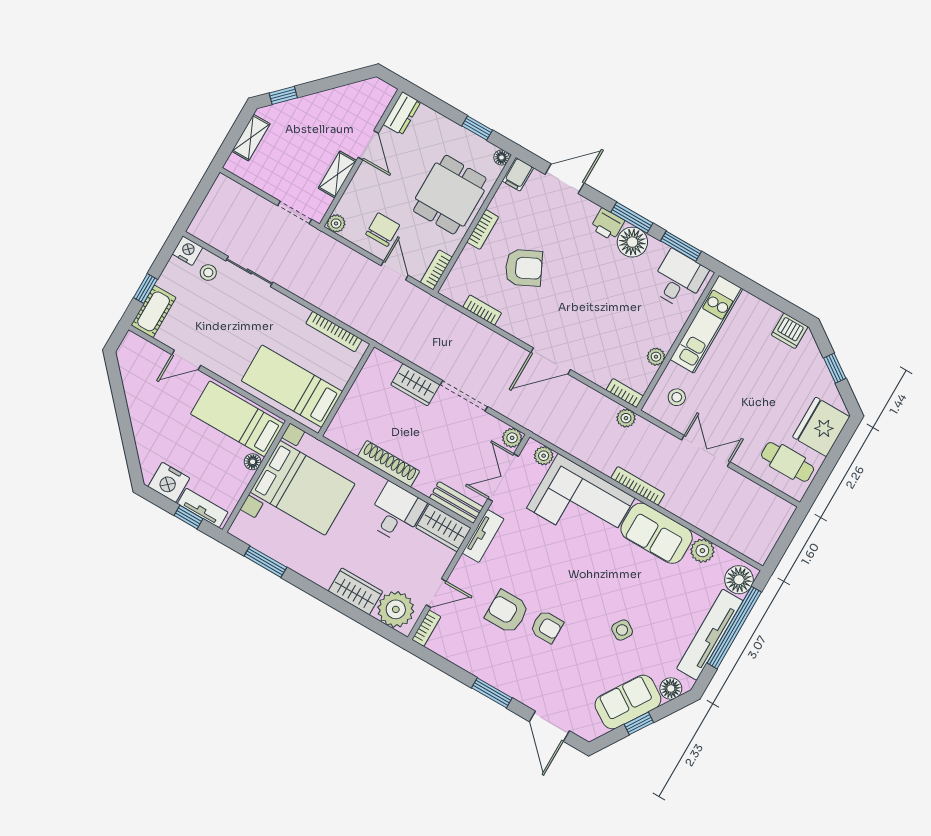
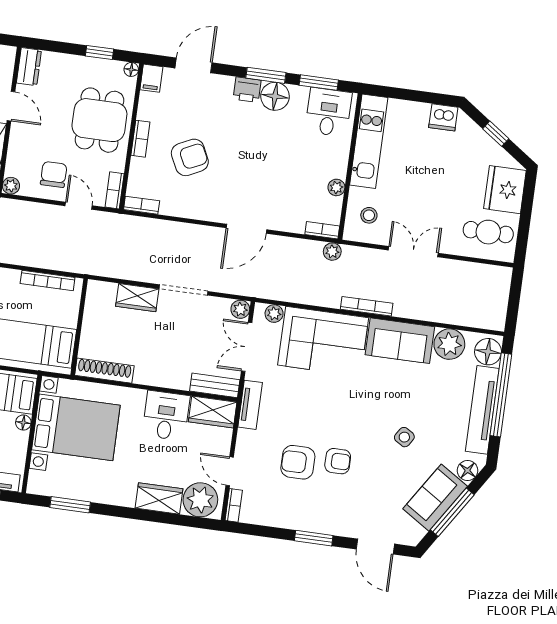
bookcase: (482, 310) -> (142, 205), moved
shoe rack: (389, 464) -> (104, 371), moved
plant: (702, 551) -> (449, 344), width x1.36, depth x1.36
door: (436, 593) -> (230, 471), swing flipped
window: (639, 723) -> (452, 512), width x2.17

